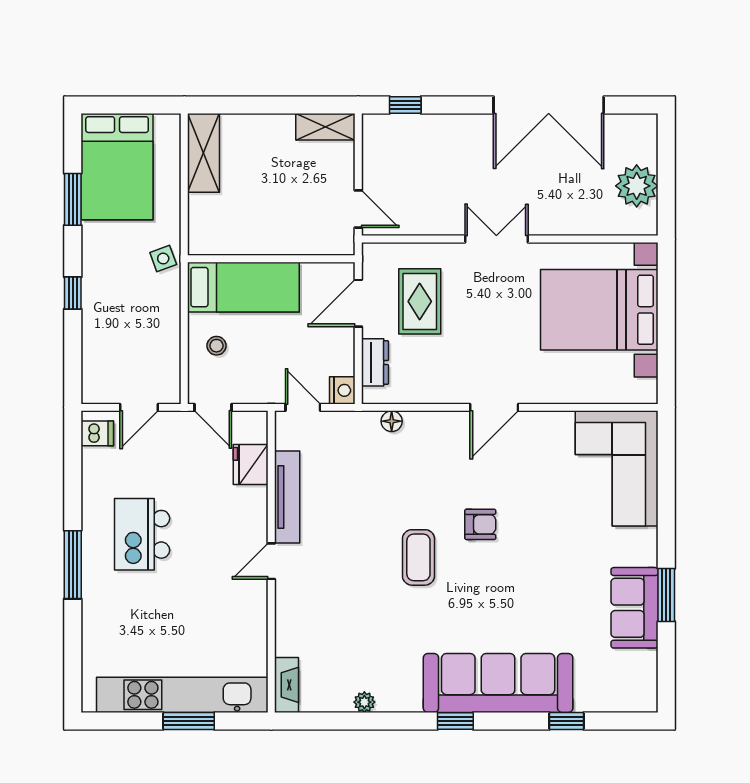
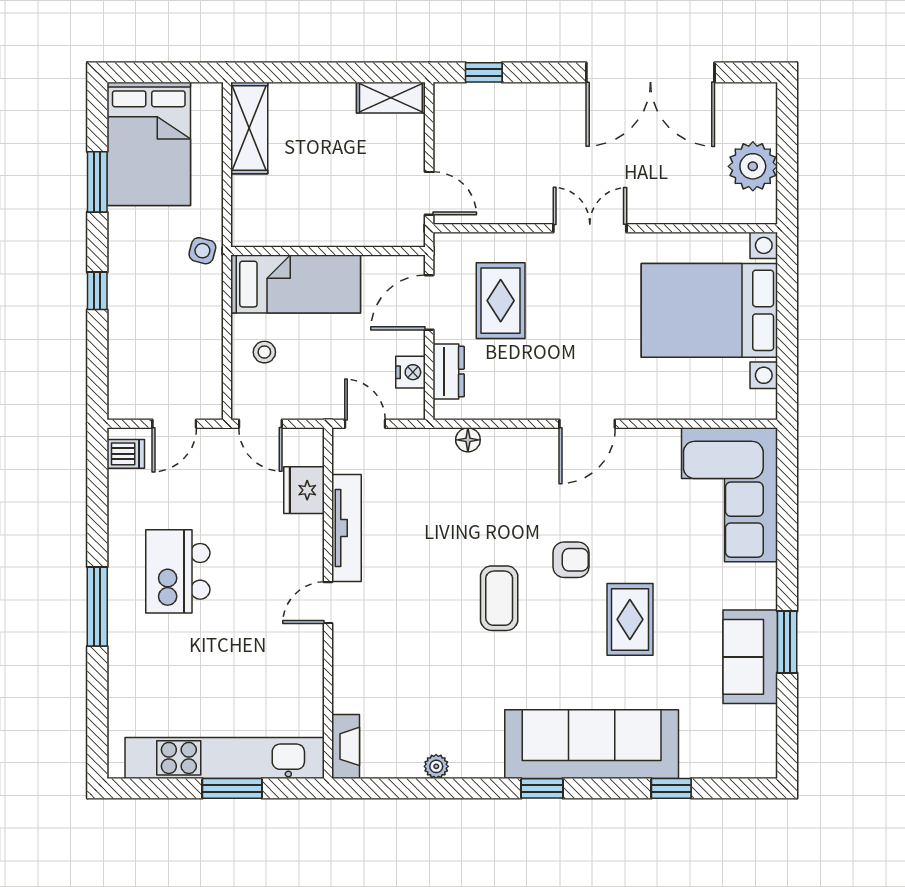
side table: (163, 258) -> (202, 251), turned 35
nightstand: (342, 390) -> (411, 372), moved
rug: (531, 576) -> (630, 619), added

